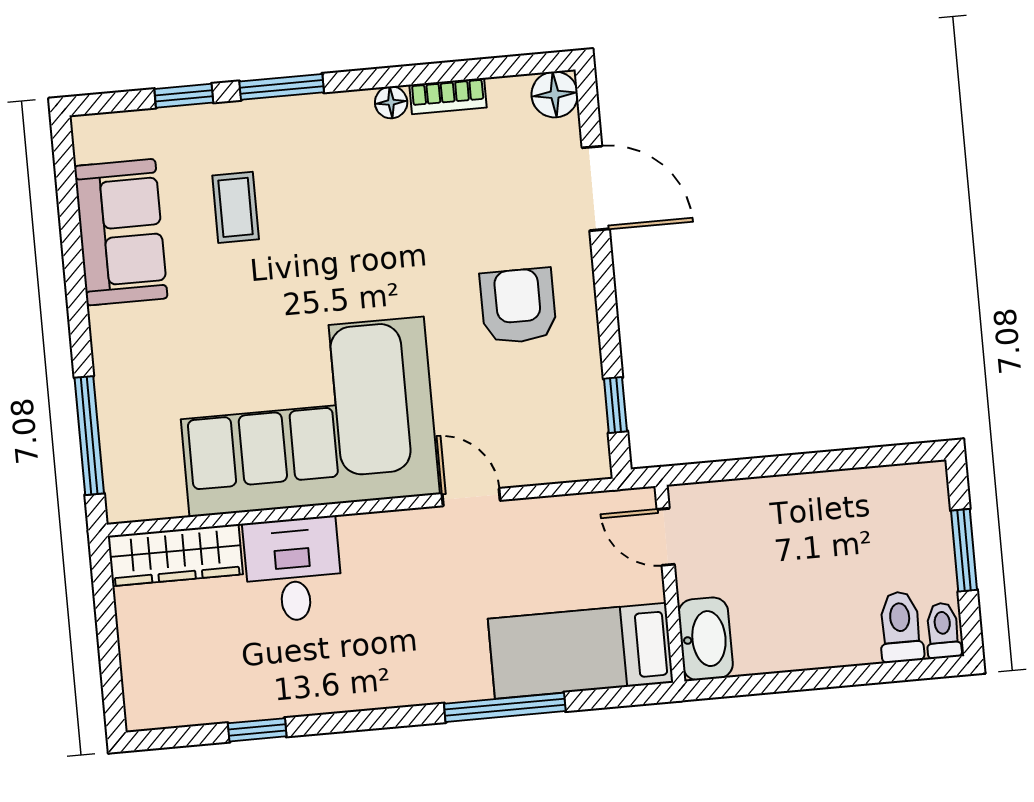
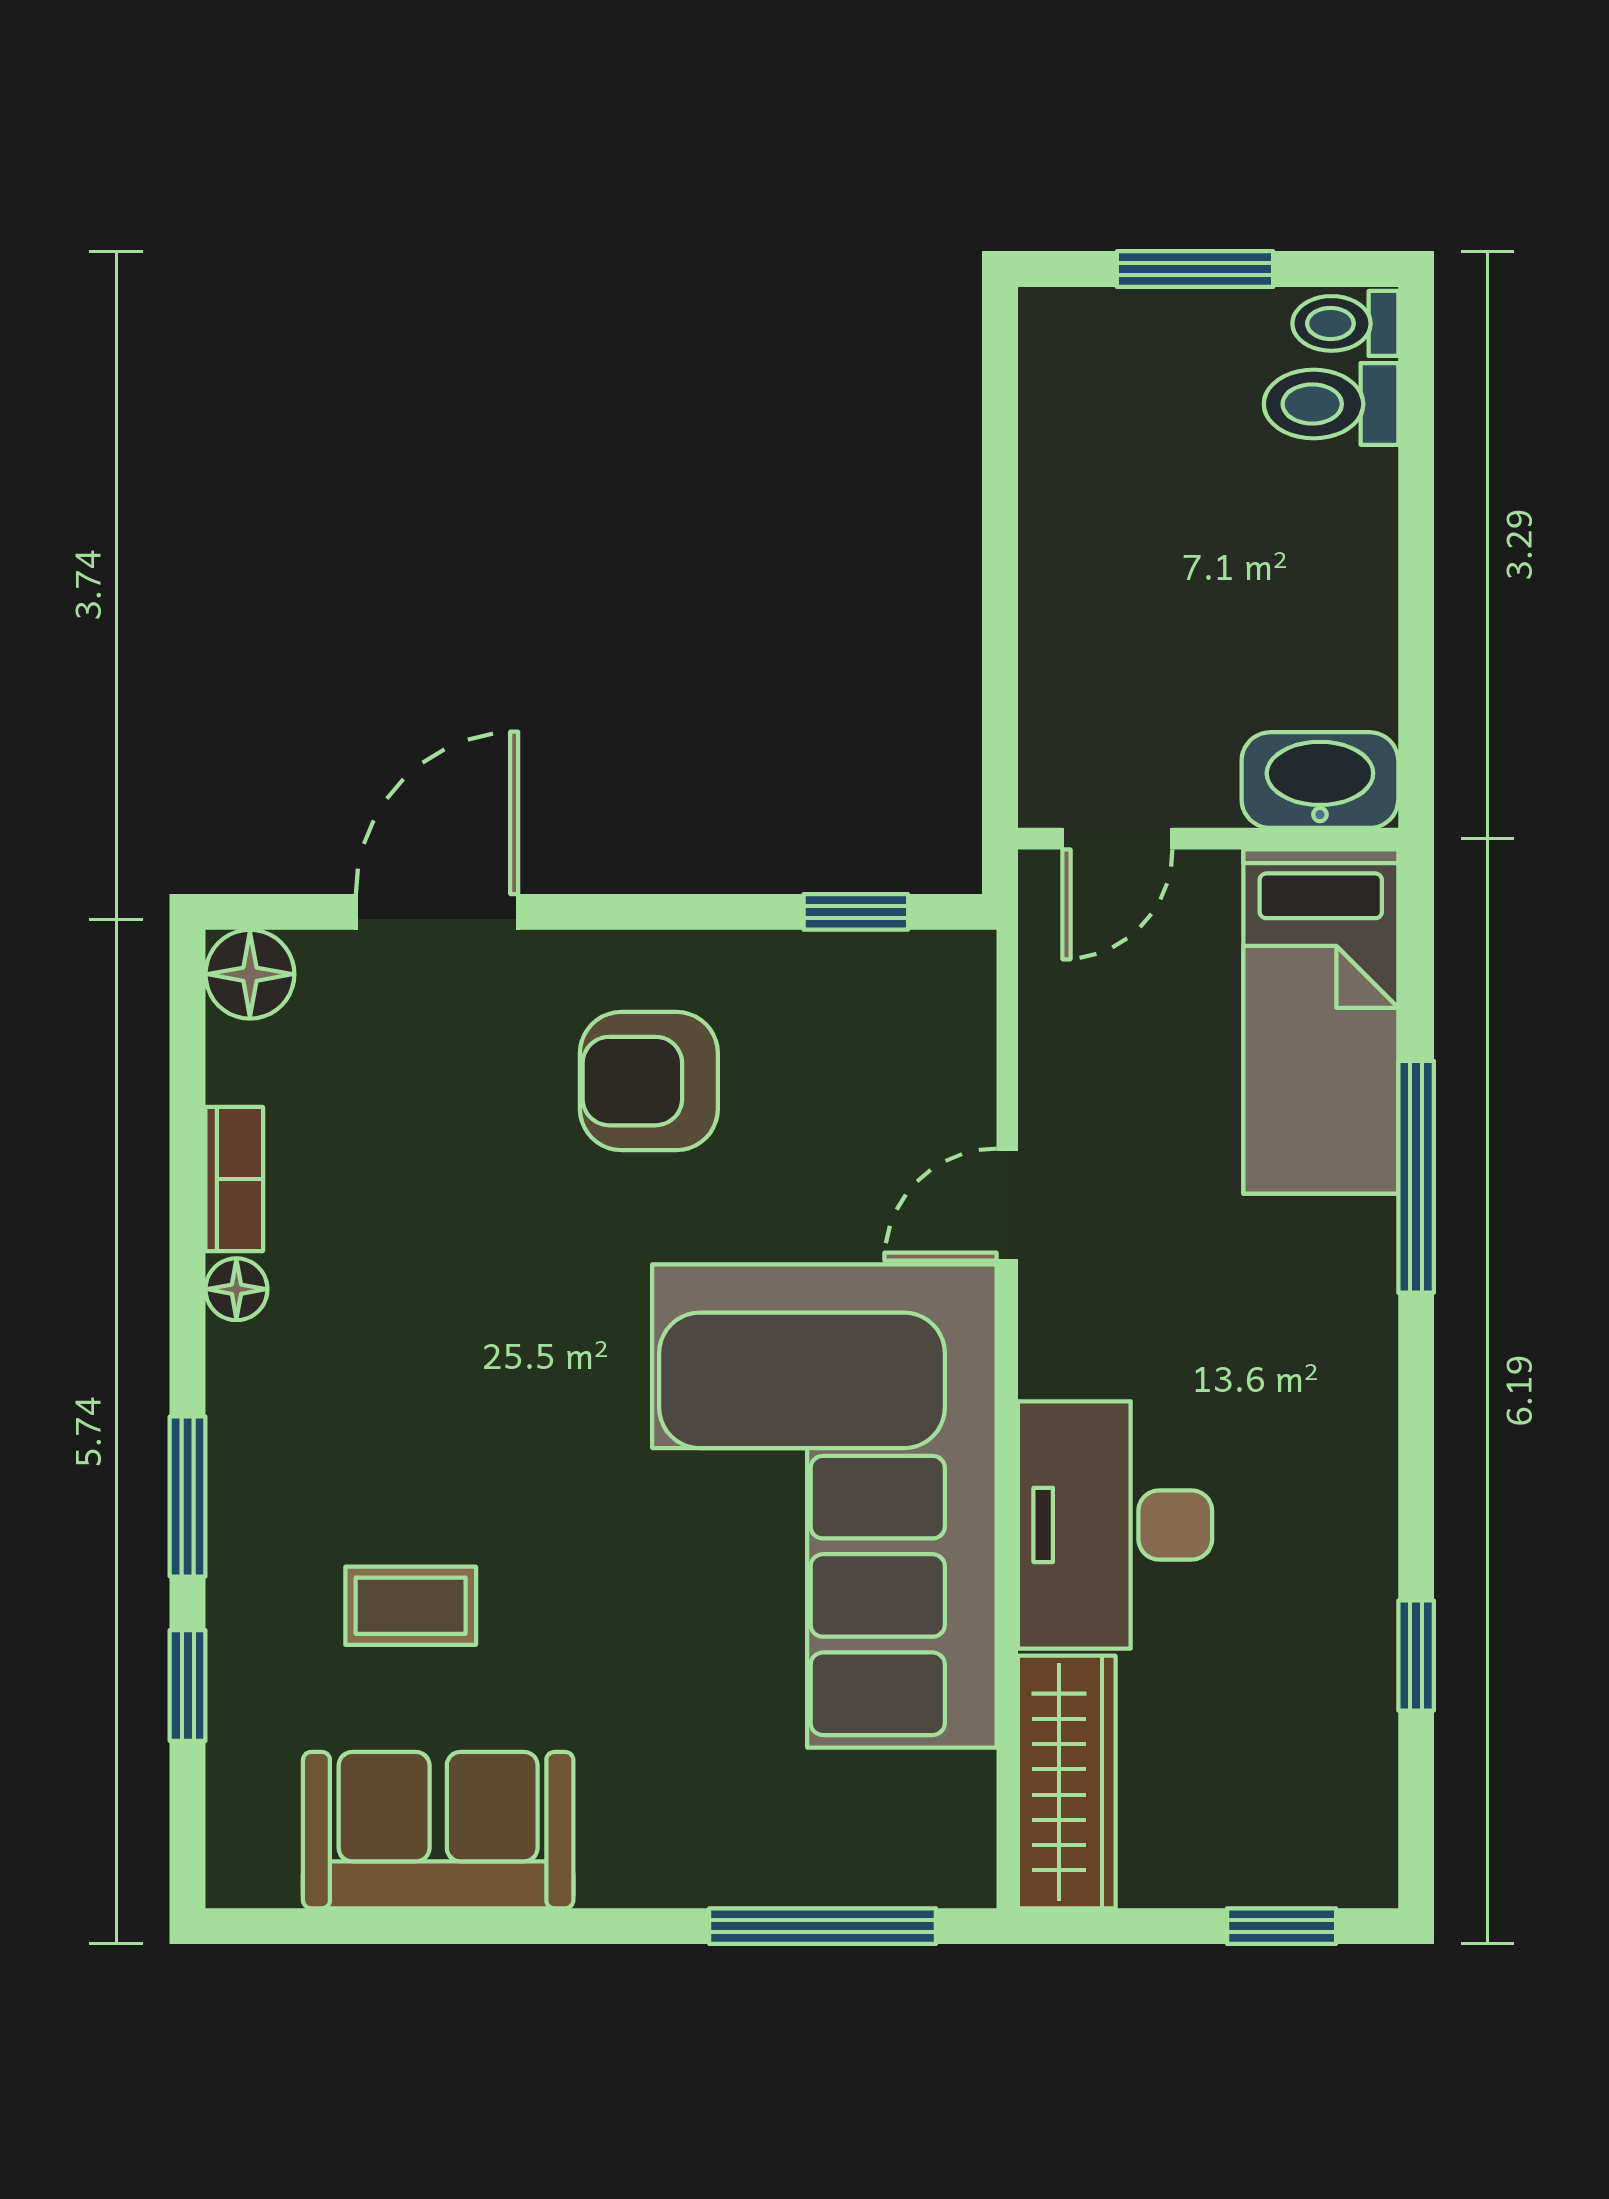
desk: (293, 570) -> (1115, 1525), width x1.37
window: (111, 673) -> (1282, 1926), added

